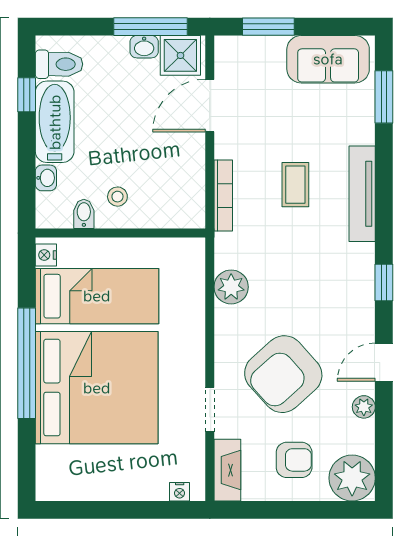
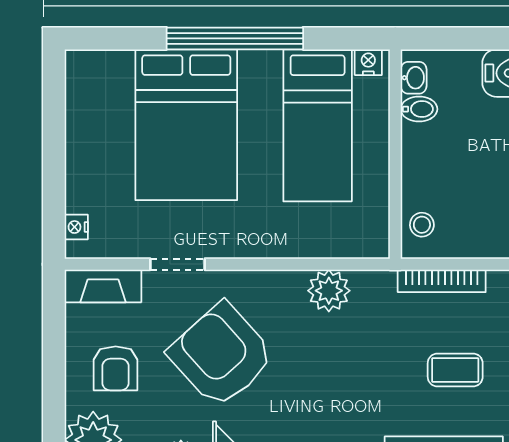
washbasin: (46, 178) -> (414, 78), moved, turned -90
stool: (117, 197) -> (422, 225), moved
bed: (97, 388) -> (186, 125), width x0.73

